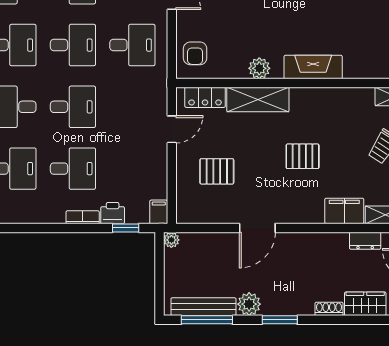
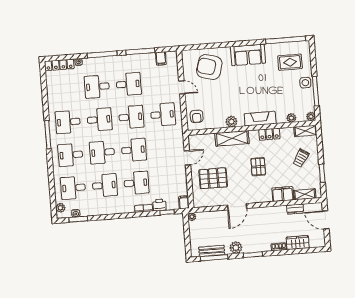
plant: (372, 70) -> (291, 118), added
locker: (205, 97) -> (269, 134), moved
pallet: (303, 156) -> (258, 167), turned 90
pallet: (217, 171) -> (213, 178), width x1.50, depth x1.42
bench: (203, 307) -> (212, 251), width x0.73

